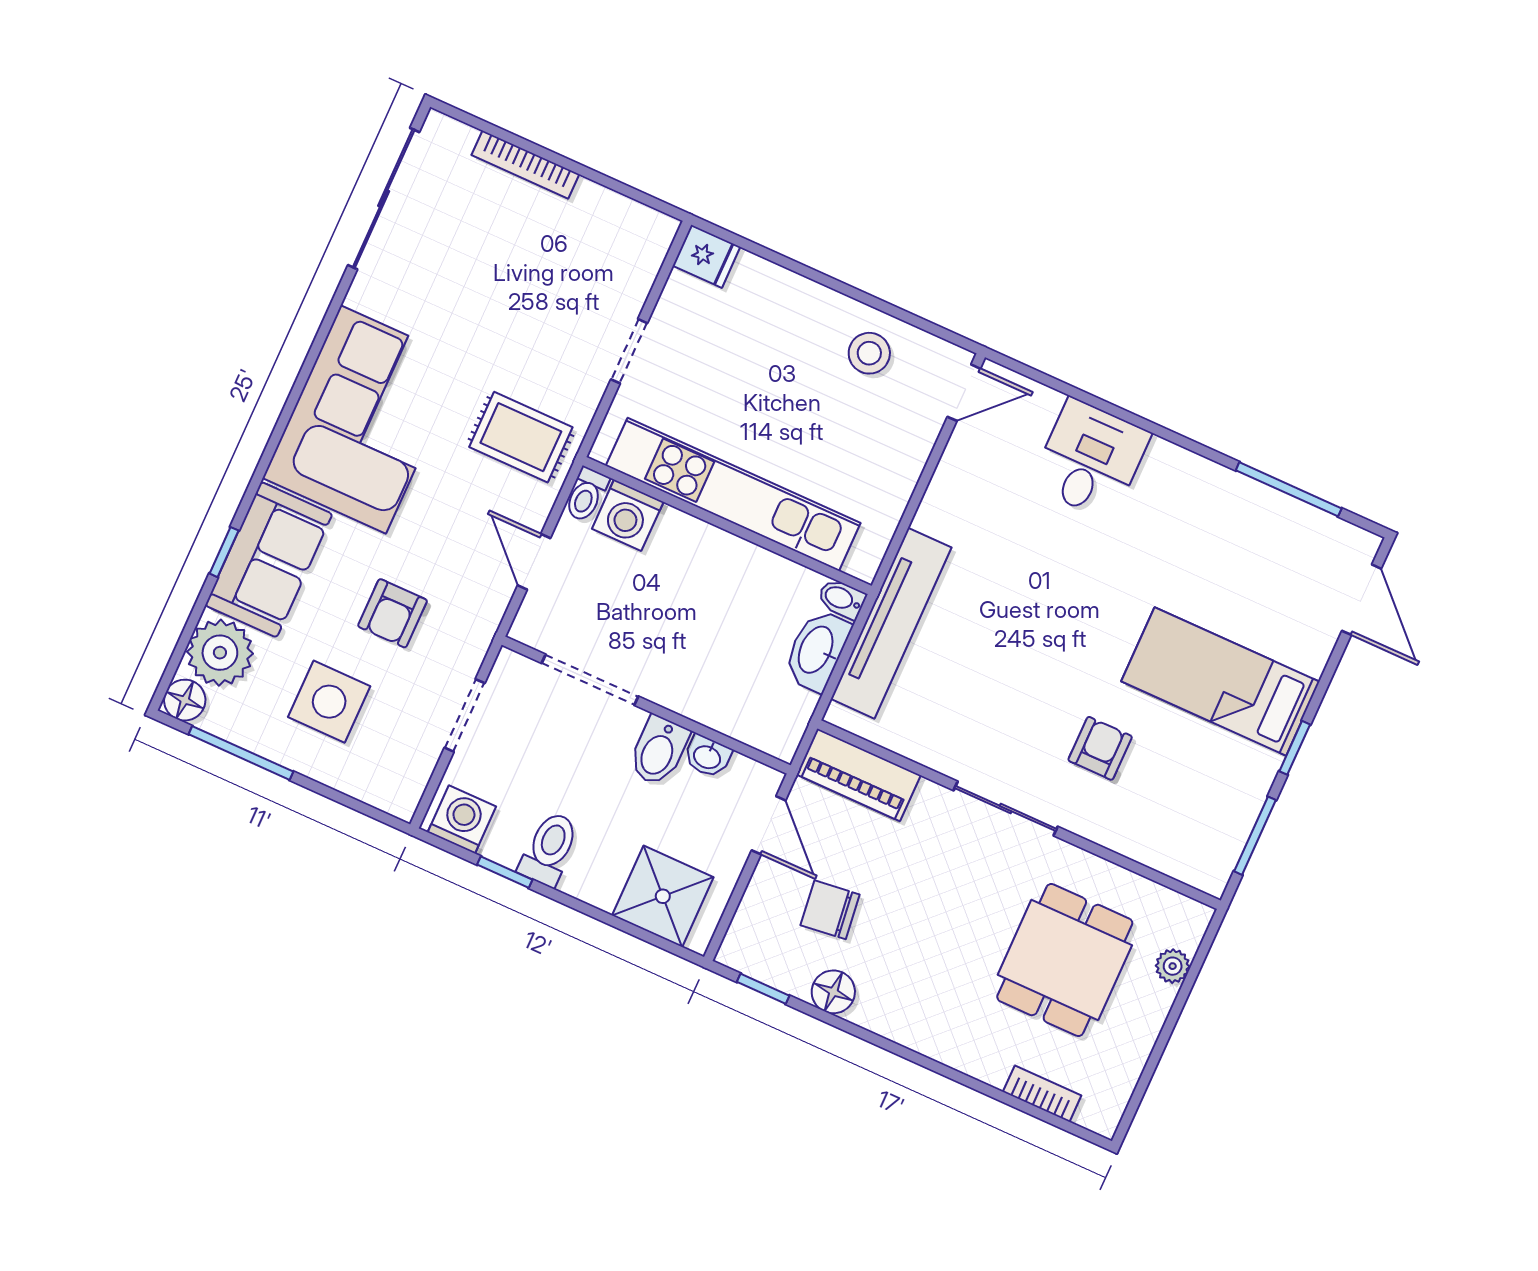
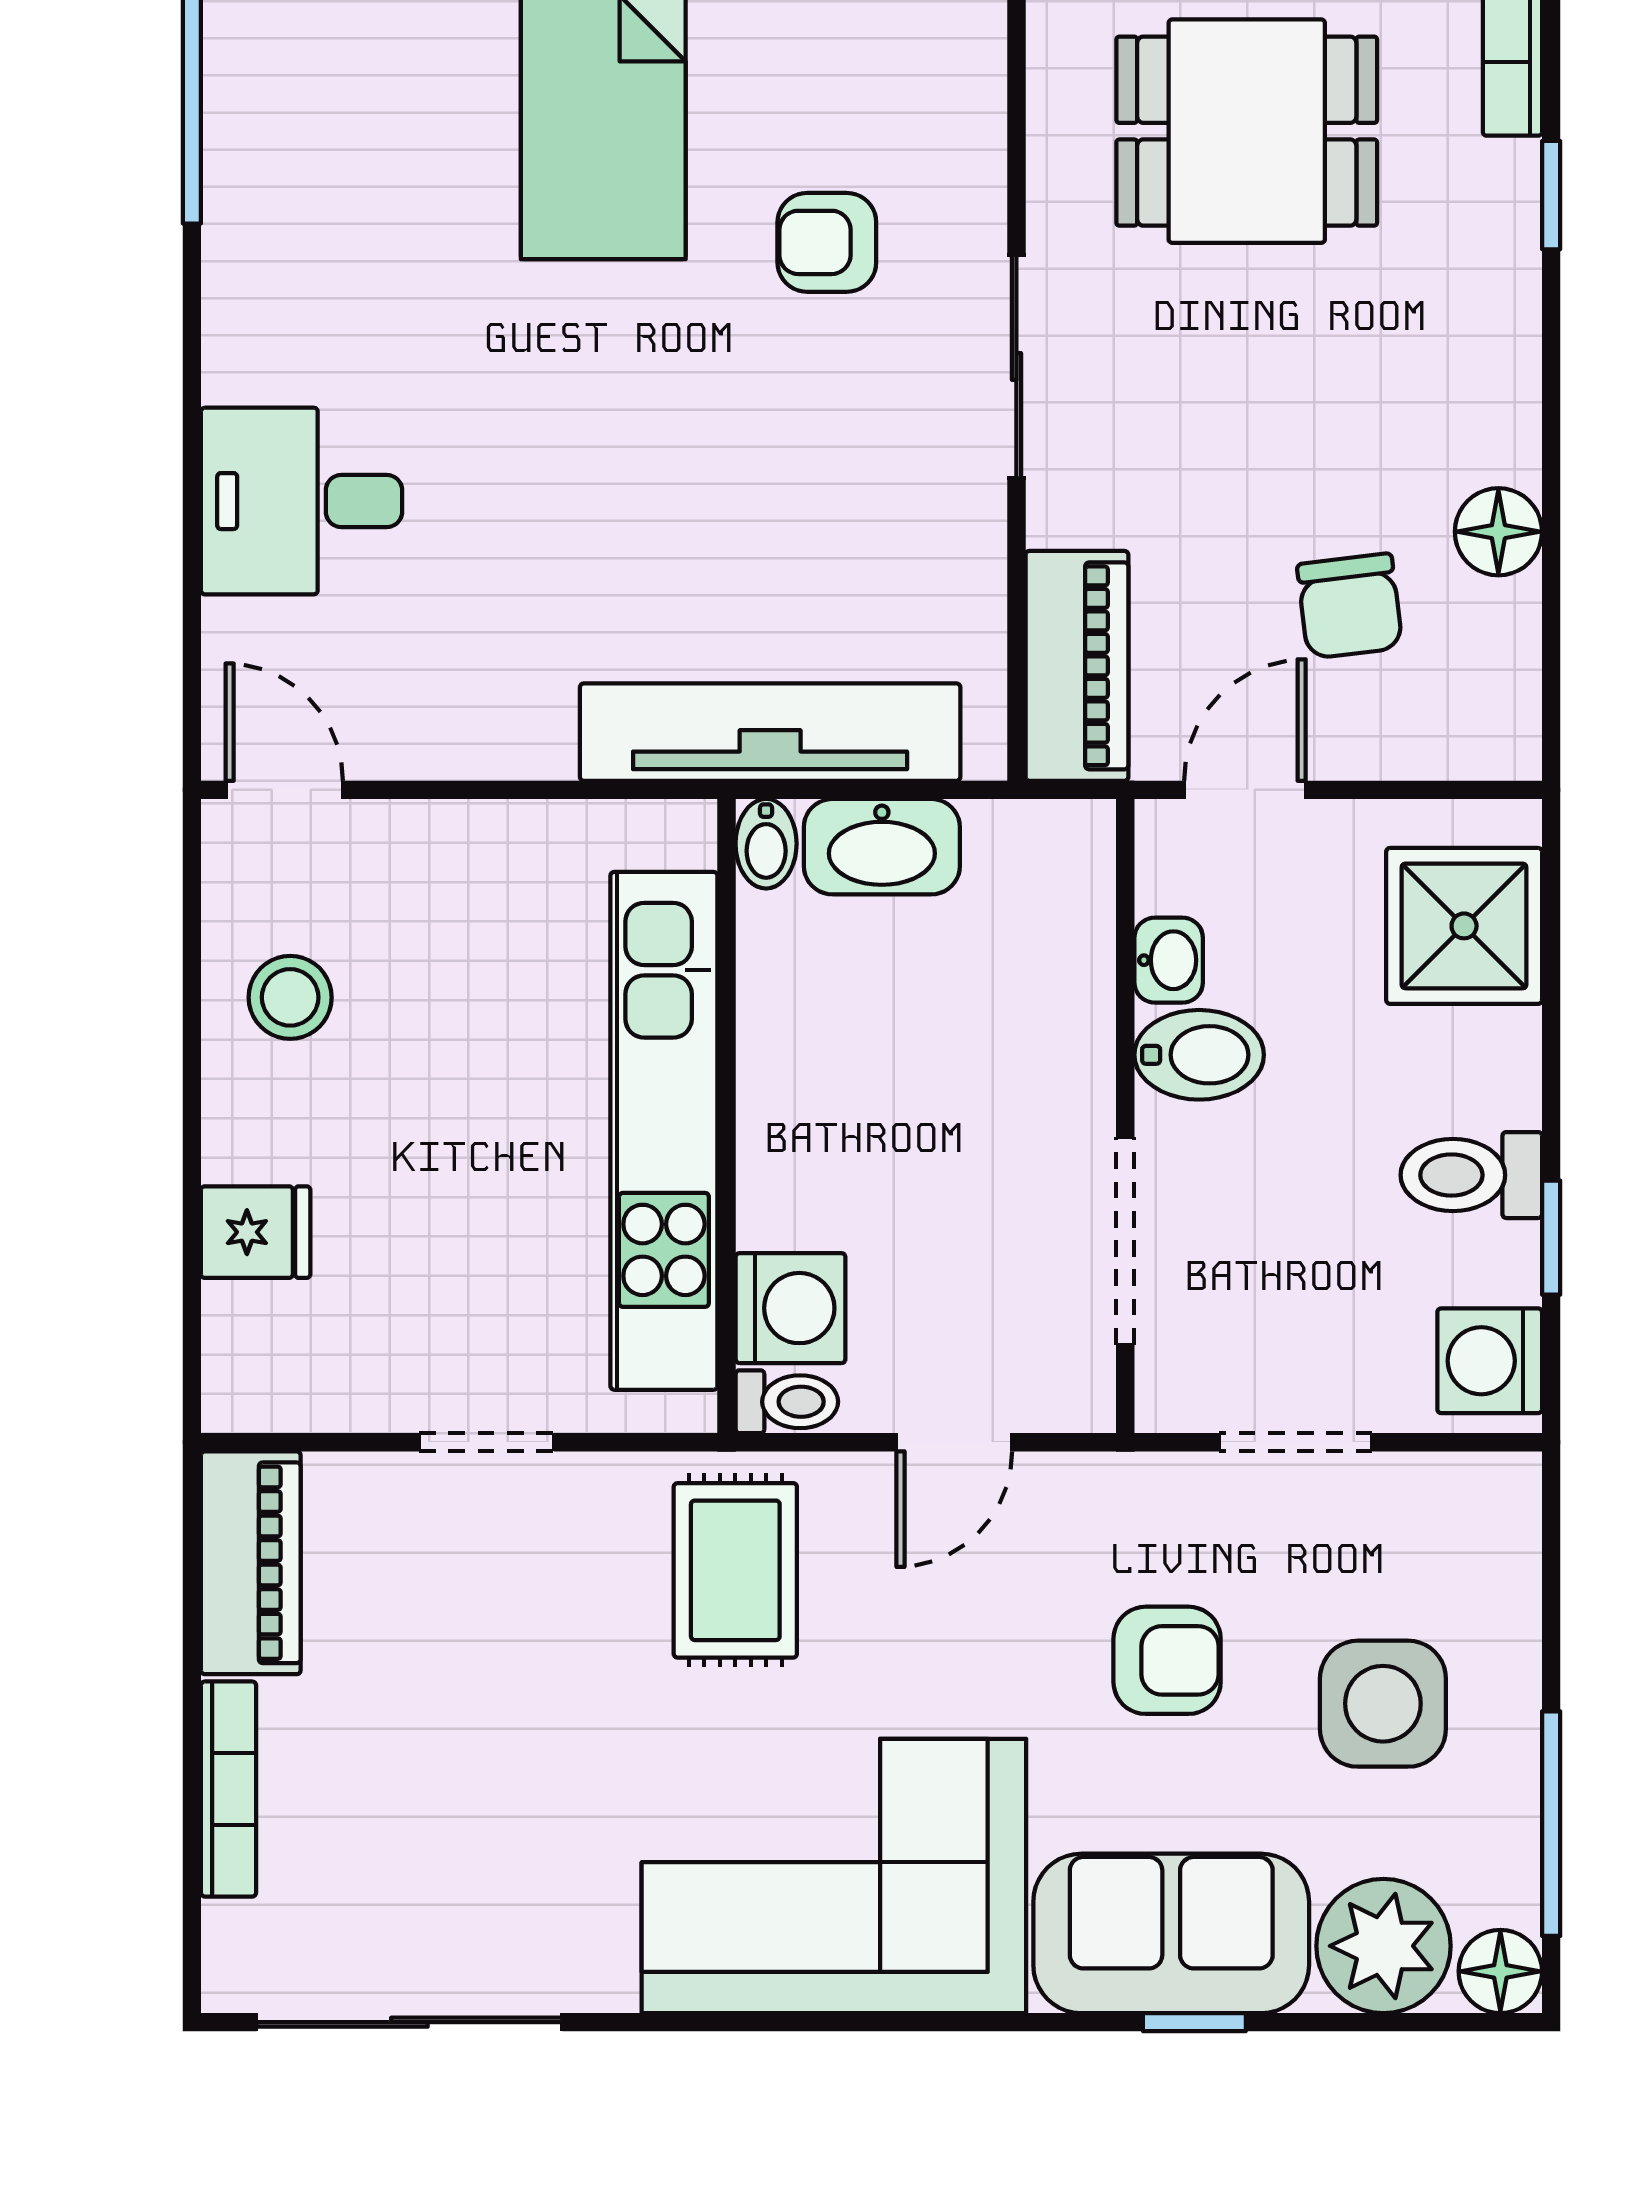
piano: (623, 221) -> (251, 1563), added
fridge: (706, 256) -> (256, 1232), moved, turned 90
window: (763, 989) -> (1551, 195), moved

